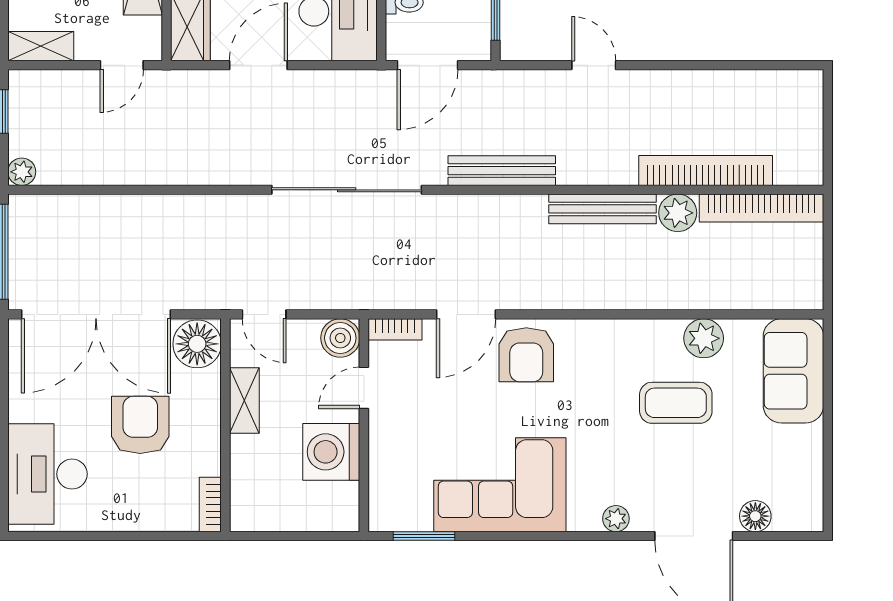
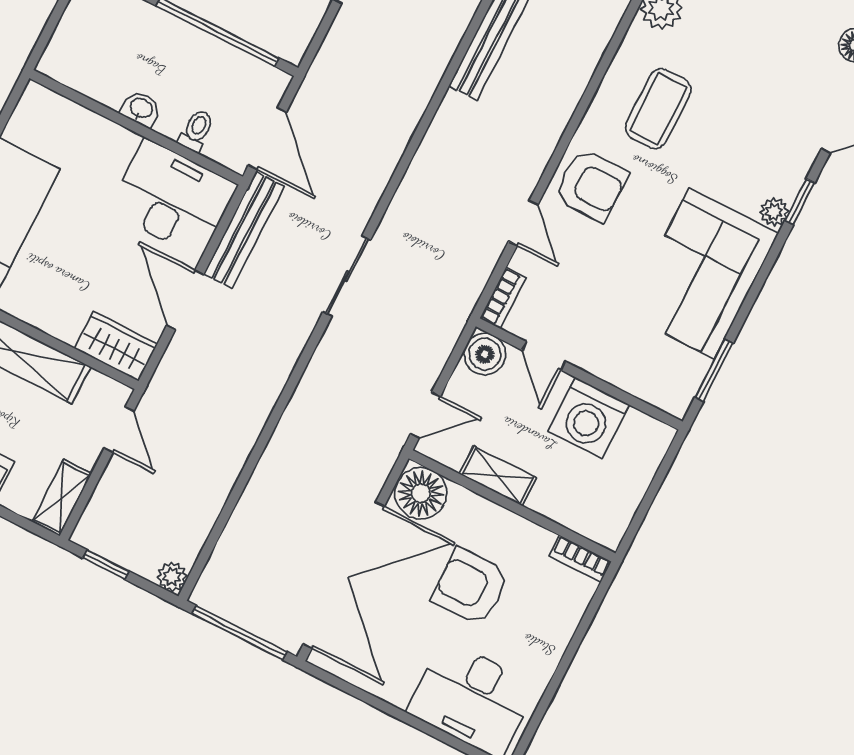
bench: (502, 171) -> (244, 230), moved
sliding door: (347, 190) -> (347, 276), width x0.54
door: (466, 314) -> (523, 223), width x0.73
coffee table: (676, 403) -> (658, 109), moved
plant: (616, 519) -> (774, 212), moved
window: (601, 536) -> (800, 202), added

